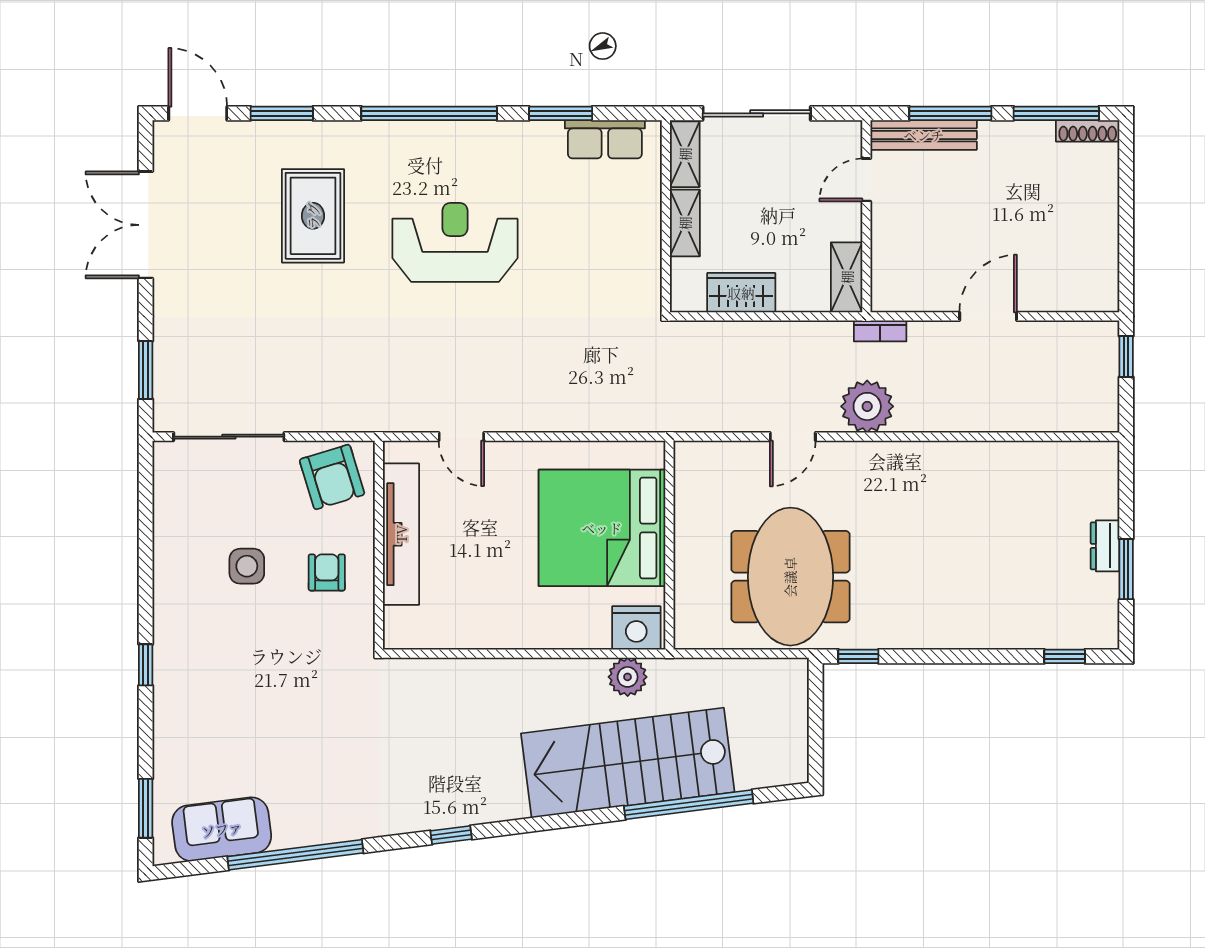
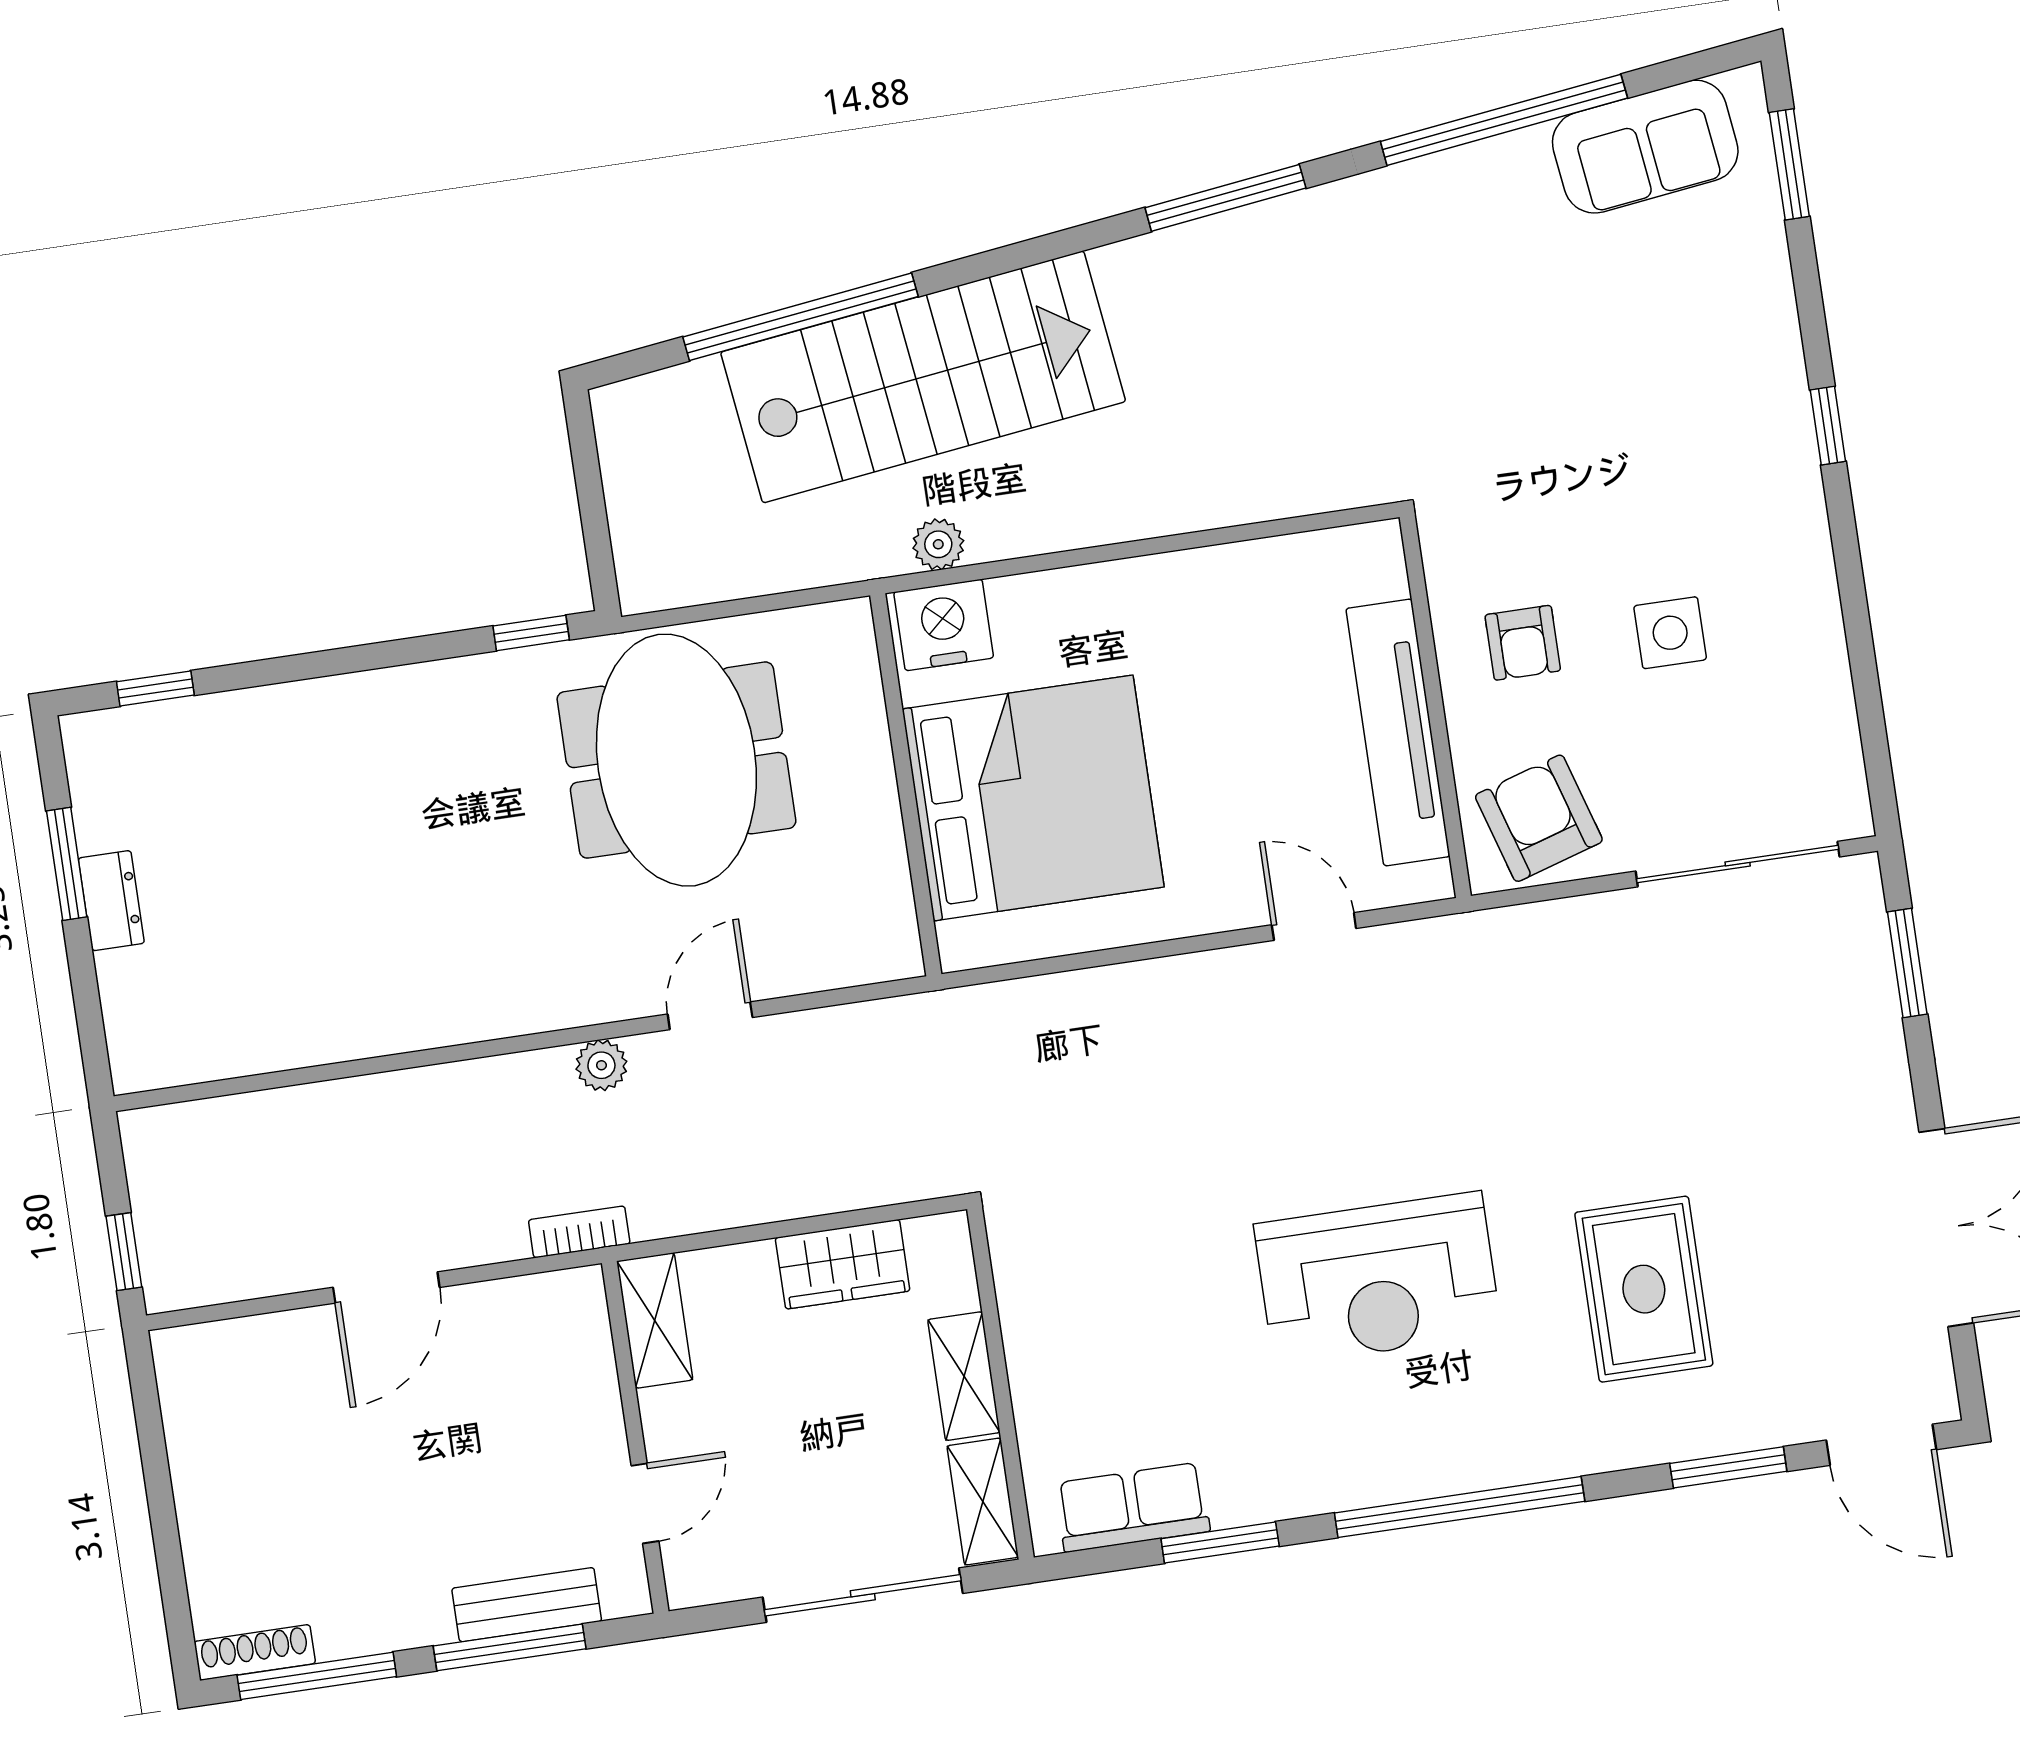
bench: (924, 135) -> (527, 1605), width x0.73
plant: (867, 406) -> (601, 1065), width x0.53, depth x0.53
plant: (628, 677) -> (938, 544), width x0.73, depth x0.73
window: (451, 835) -> (1225, 198), width x2.17

